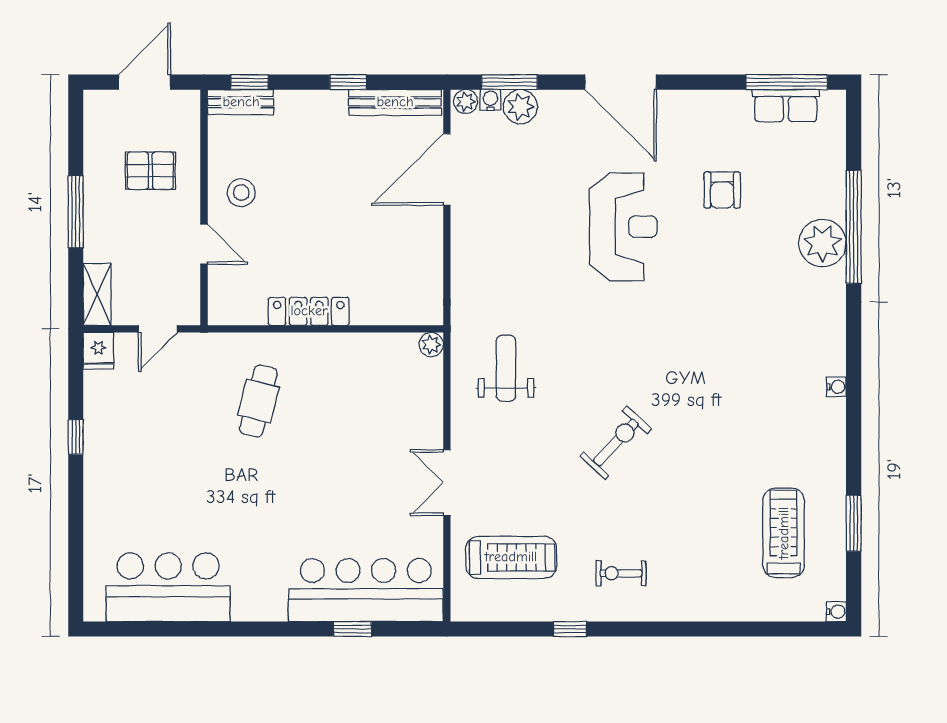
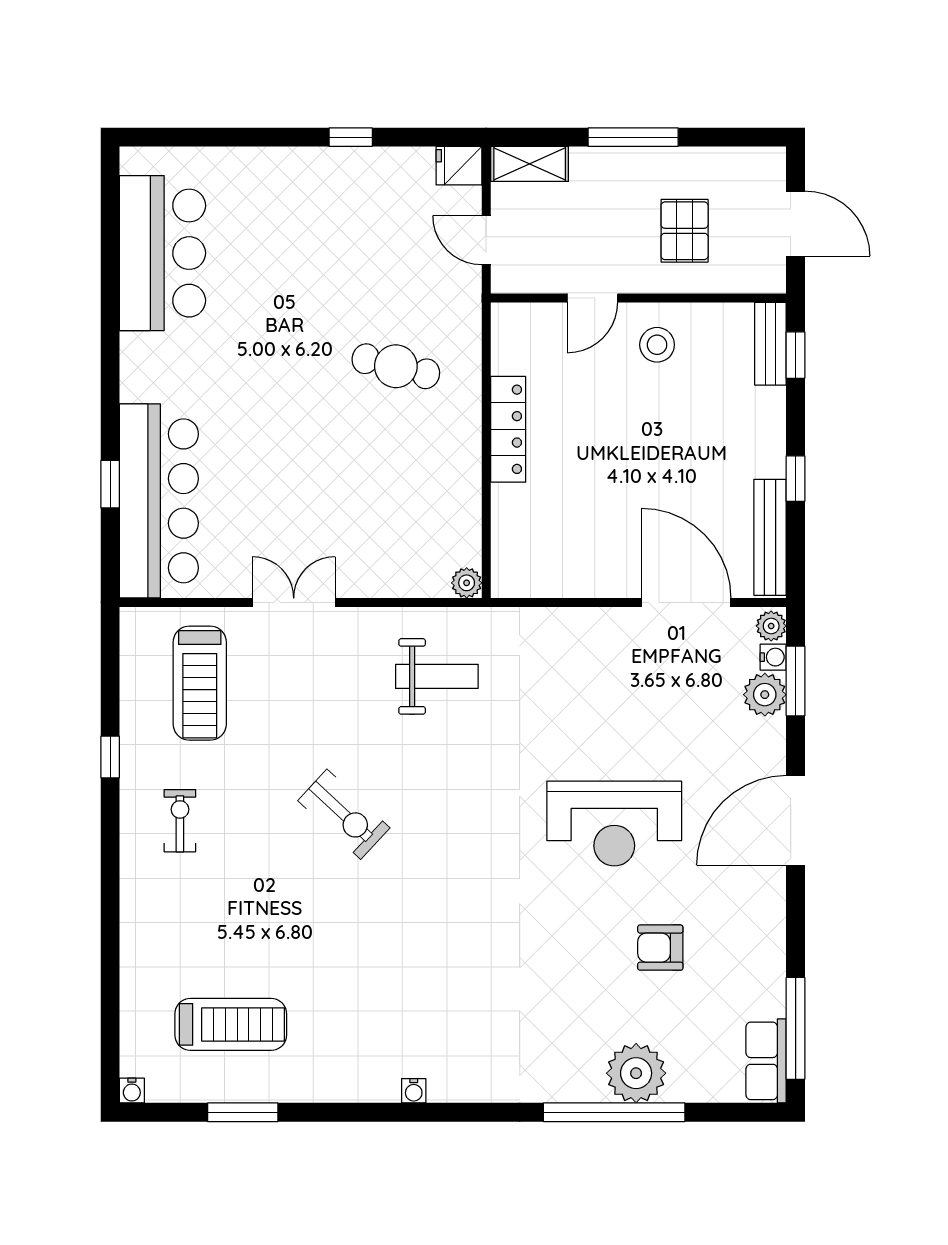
row of seats: (786, 106) -> (766, 1061), moved
plant: (822, 243) -> (636, 1073), moved

